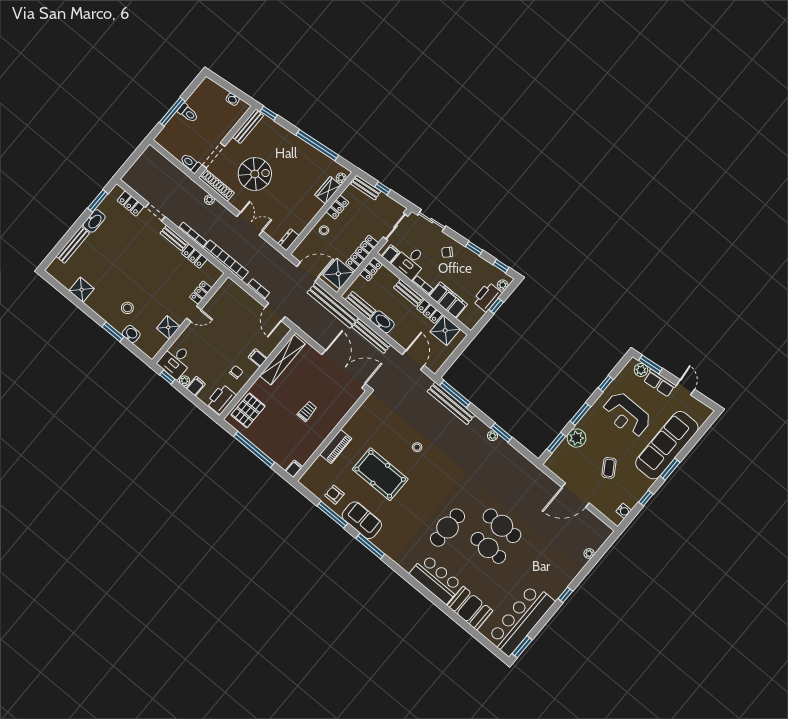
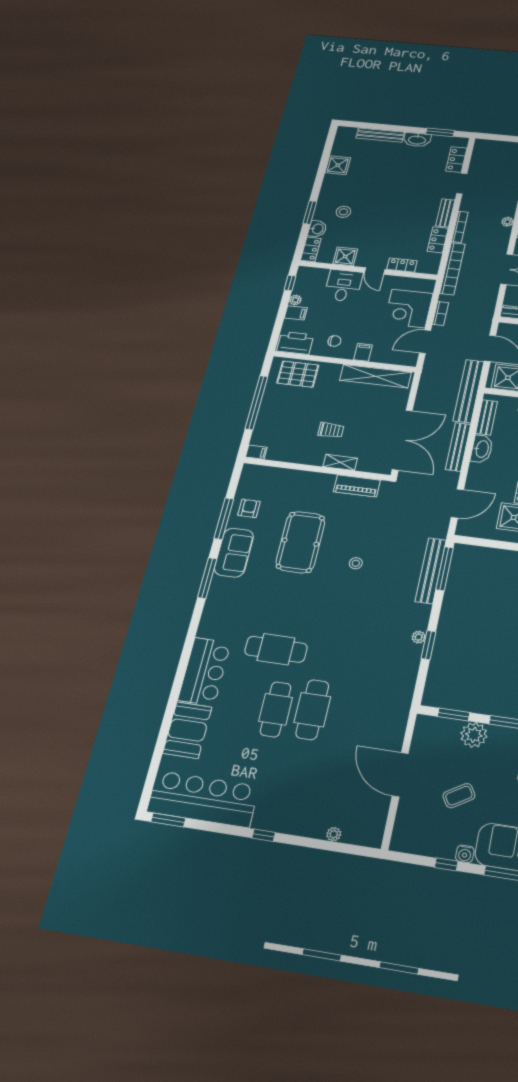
corner desk: (241, 308) -> (408, 308), added
locker: (147, 348) -> (311, 249), added
desk: (176, 361) -> (343, 286), moved, turned 90
shelving: (336, 418) -> (340, 462), added
piano: (336, 447) -> (357, 486), moved
water cooler: (624, 511) -> (465, 854), moved

